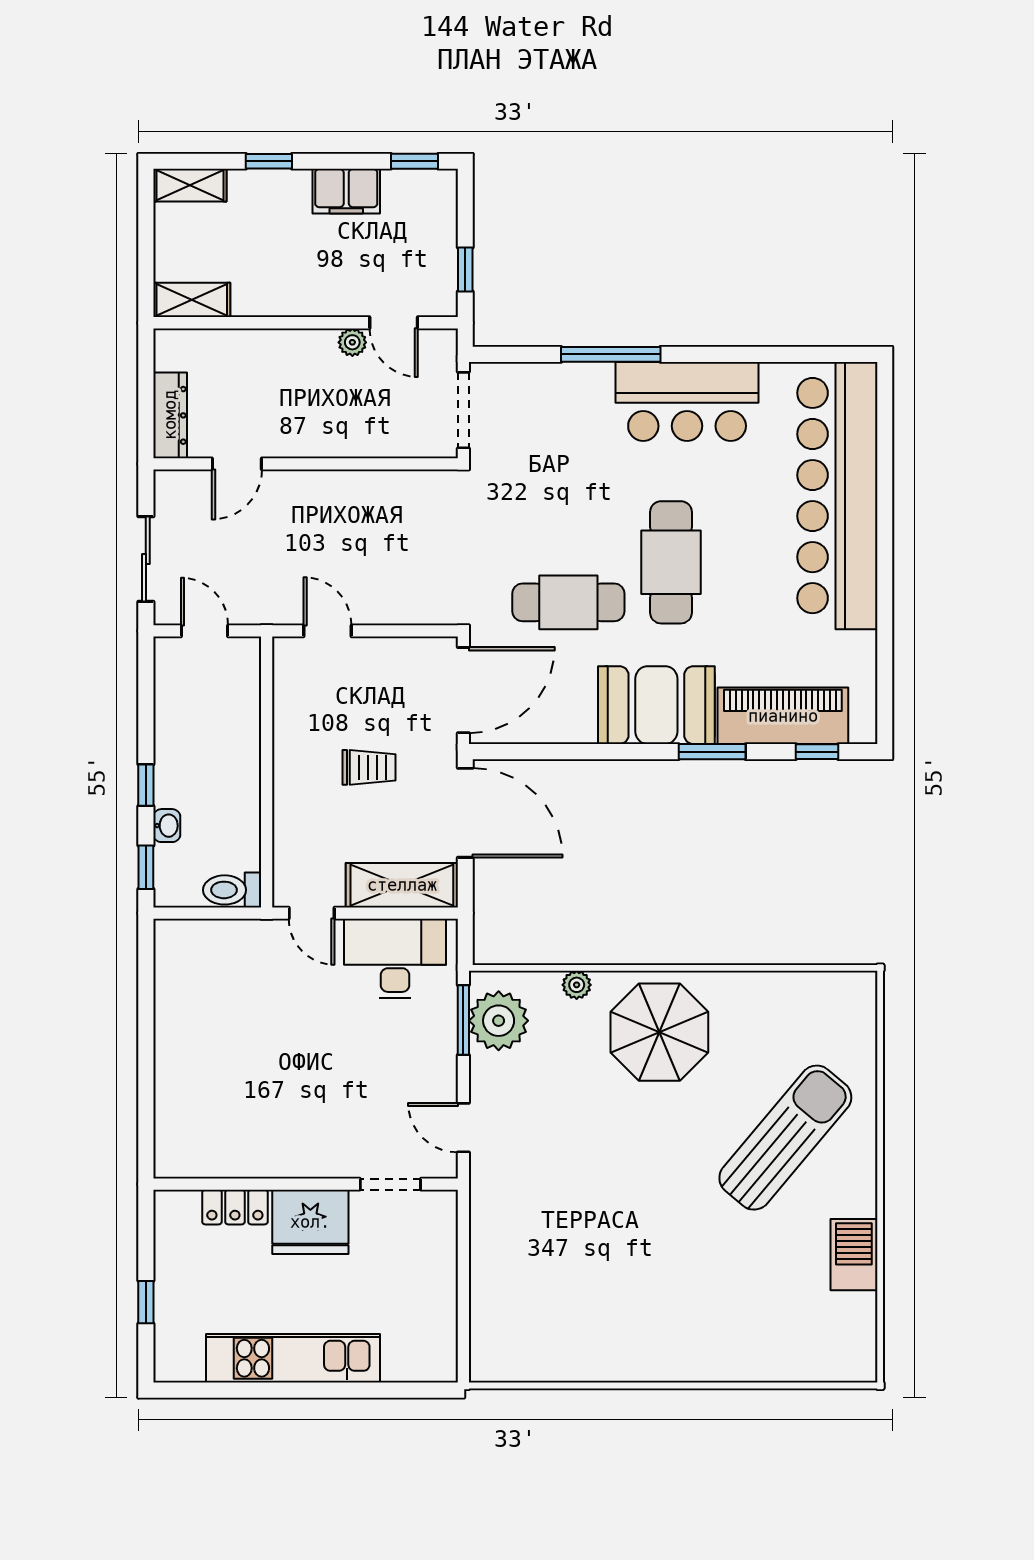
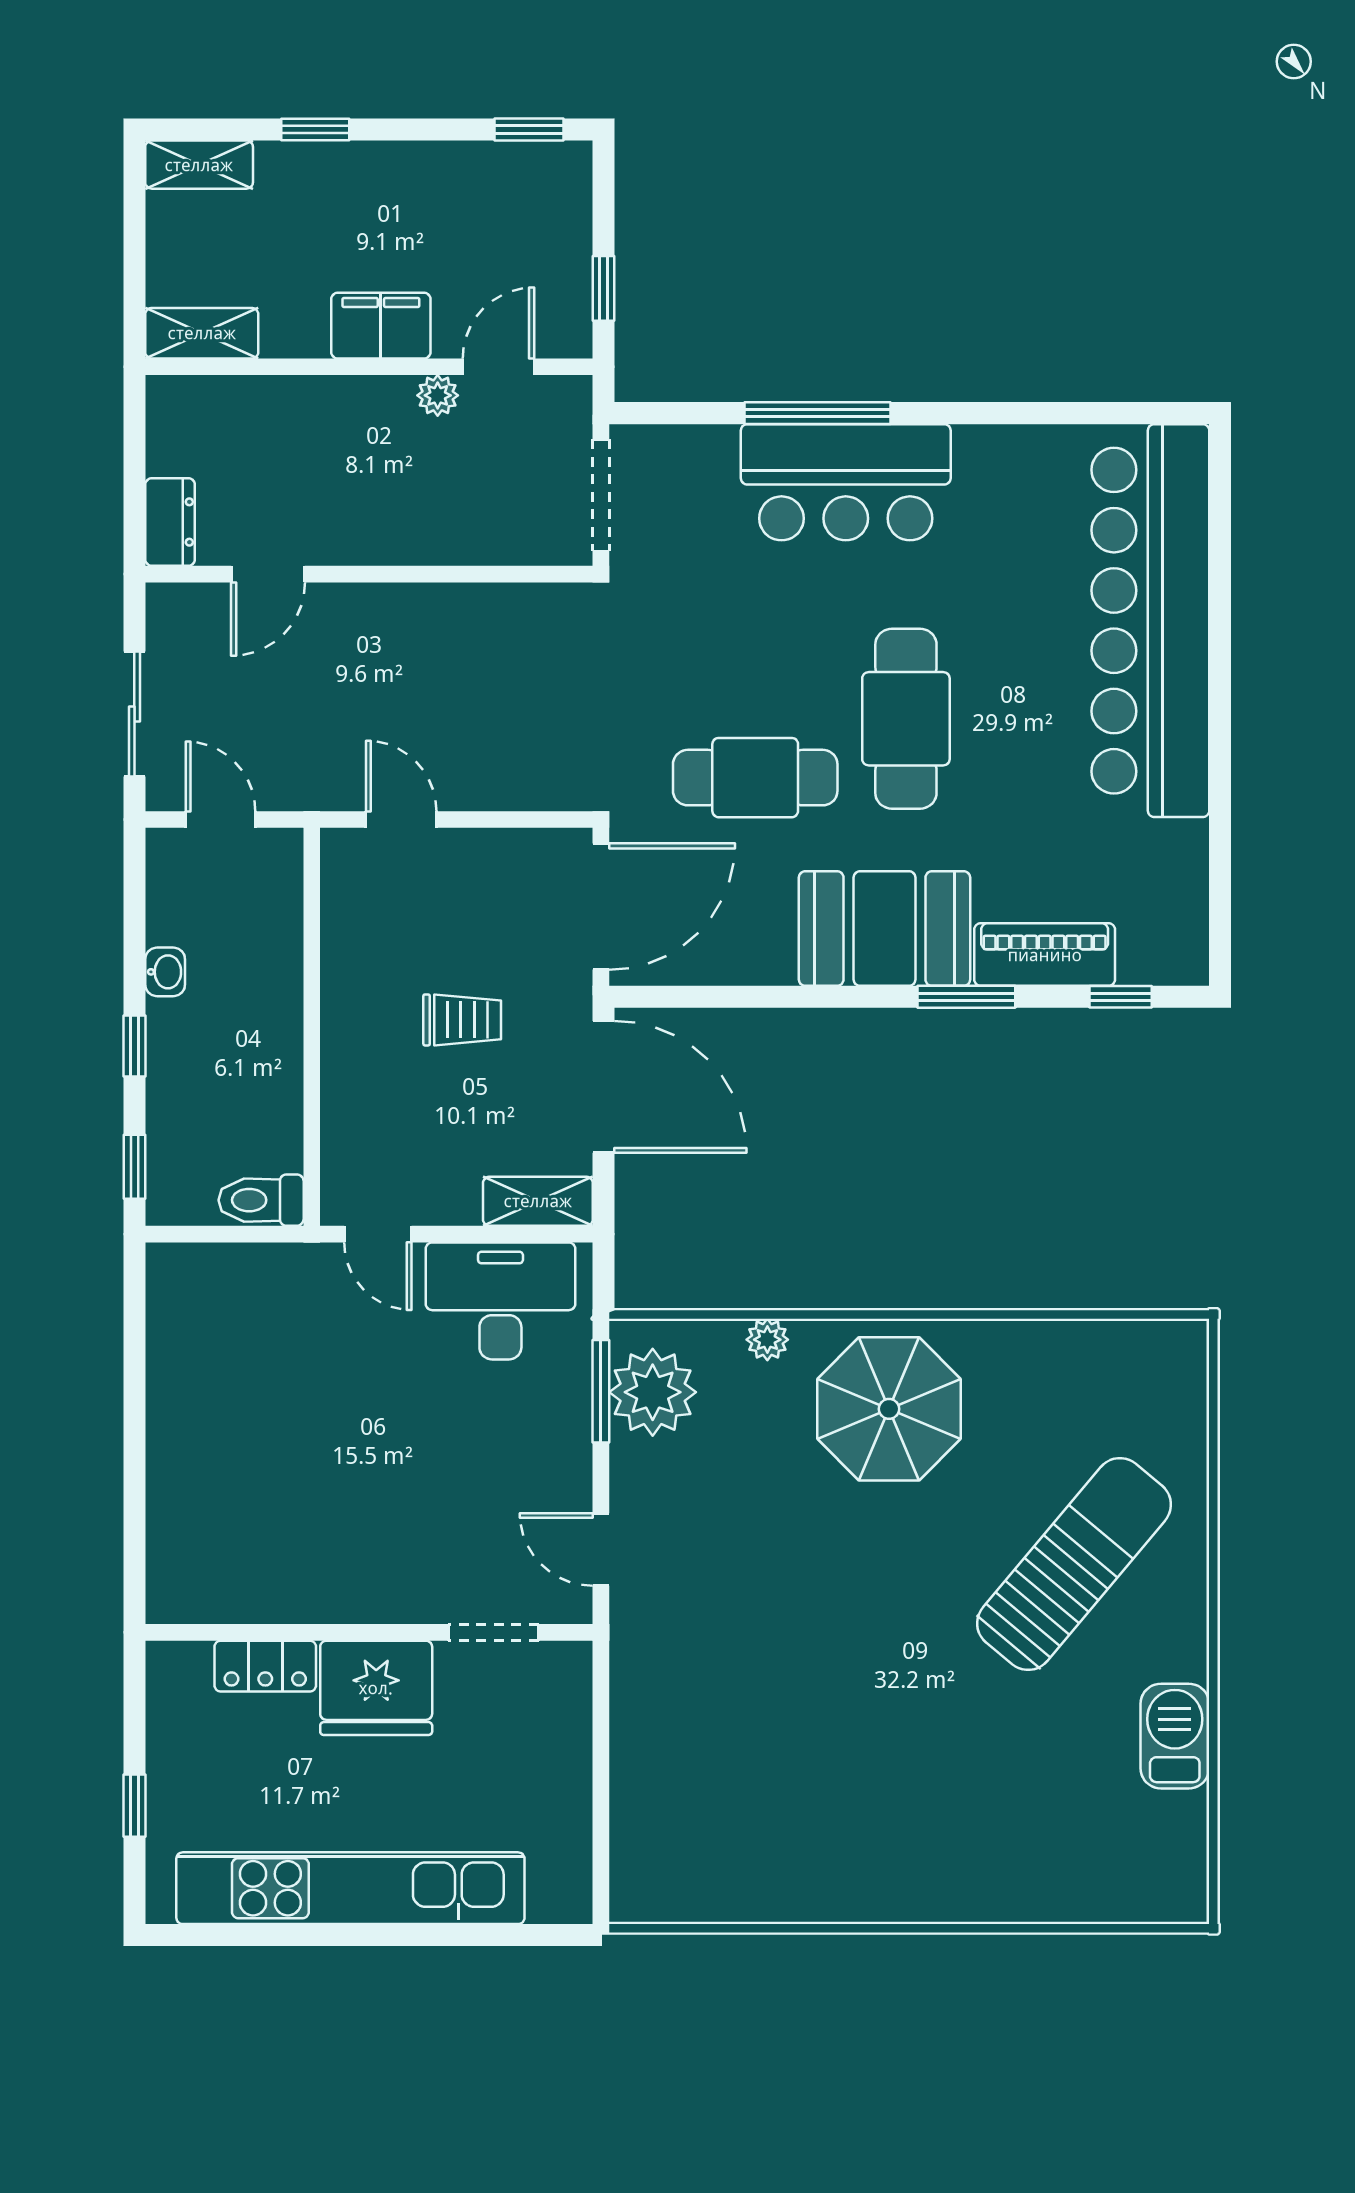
filing cabinet: (346, 191) -> (381, 326), moved, turned 180
door: (394, 323) -> (498, 367), swing flipped
bar counter: (687, 401) -> (846, 482), moved
dresser: (170, 415) -> (170, 522), width x0.70
piano: (783, 716) -> (1045, 955), width x0.73, depth x0.75
washbasin: (167, 826) -> (165, 972), moved
shelving: (402, 885) -> (538, 1201), width x0.67, depth x0.75
kitchen unit: (293, 1358) -> (350, 1888), width x1.36

